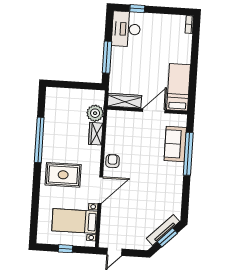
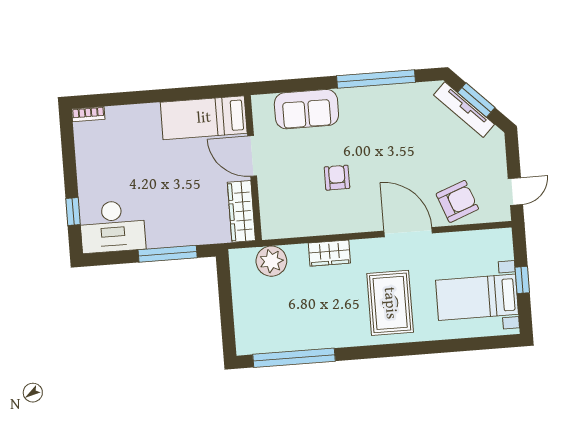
wardrobe: (96, 134) -> (329, 253), moved
window: (39, 140) -> (294, 358), moved
window: (188, 154) -> (376, 79), moved
armchair: (113, 161) -> (337, 178), moved, turned 90
armchair: (113, 219) -> (457, 201), added
bed with nightstands: (75, 221) -> (477, 297), moved, turned 90
door: (114, 252) -> (515, 191), hinge flipped

